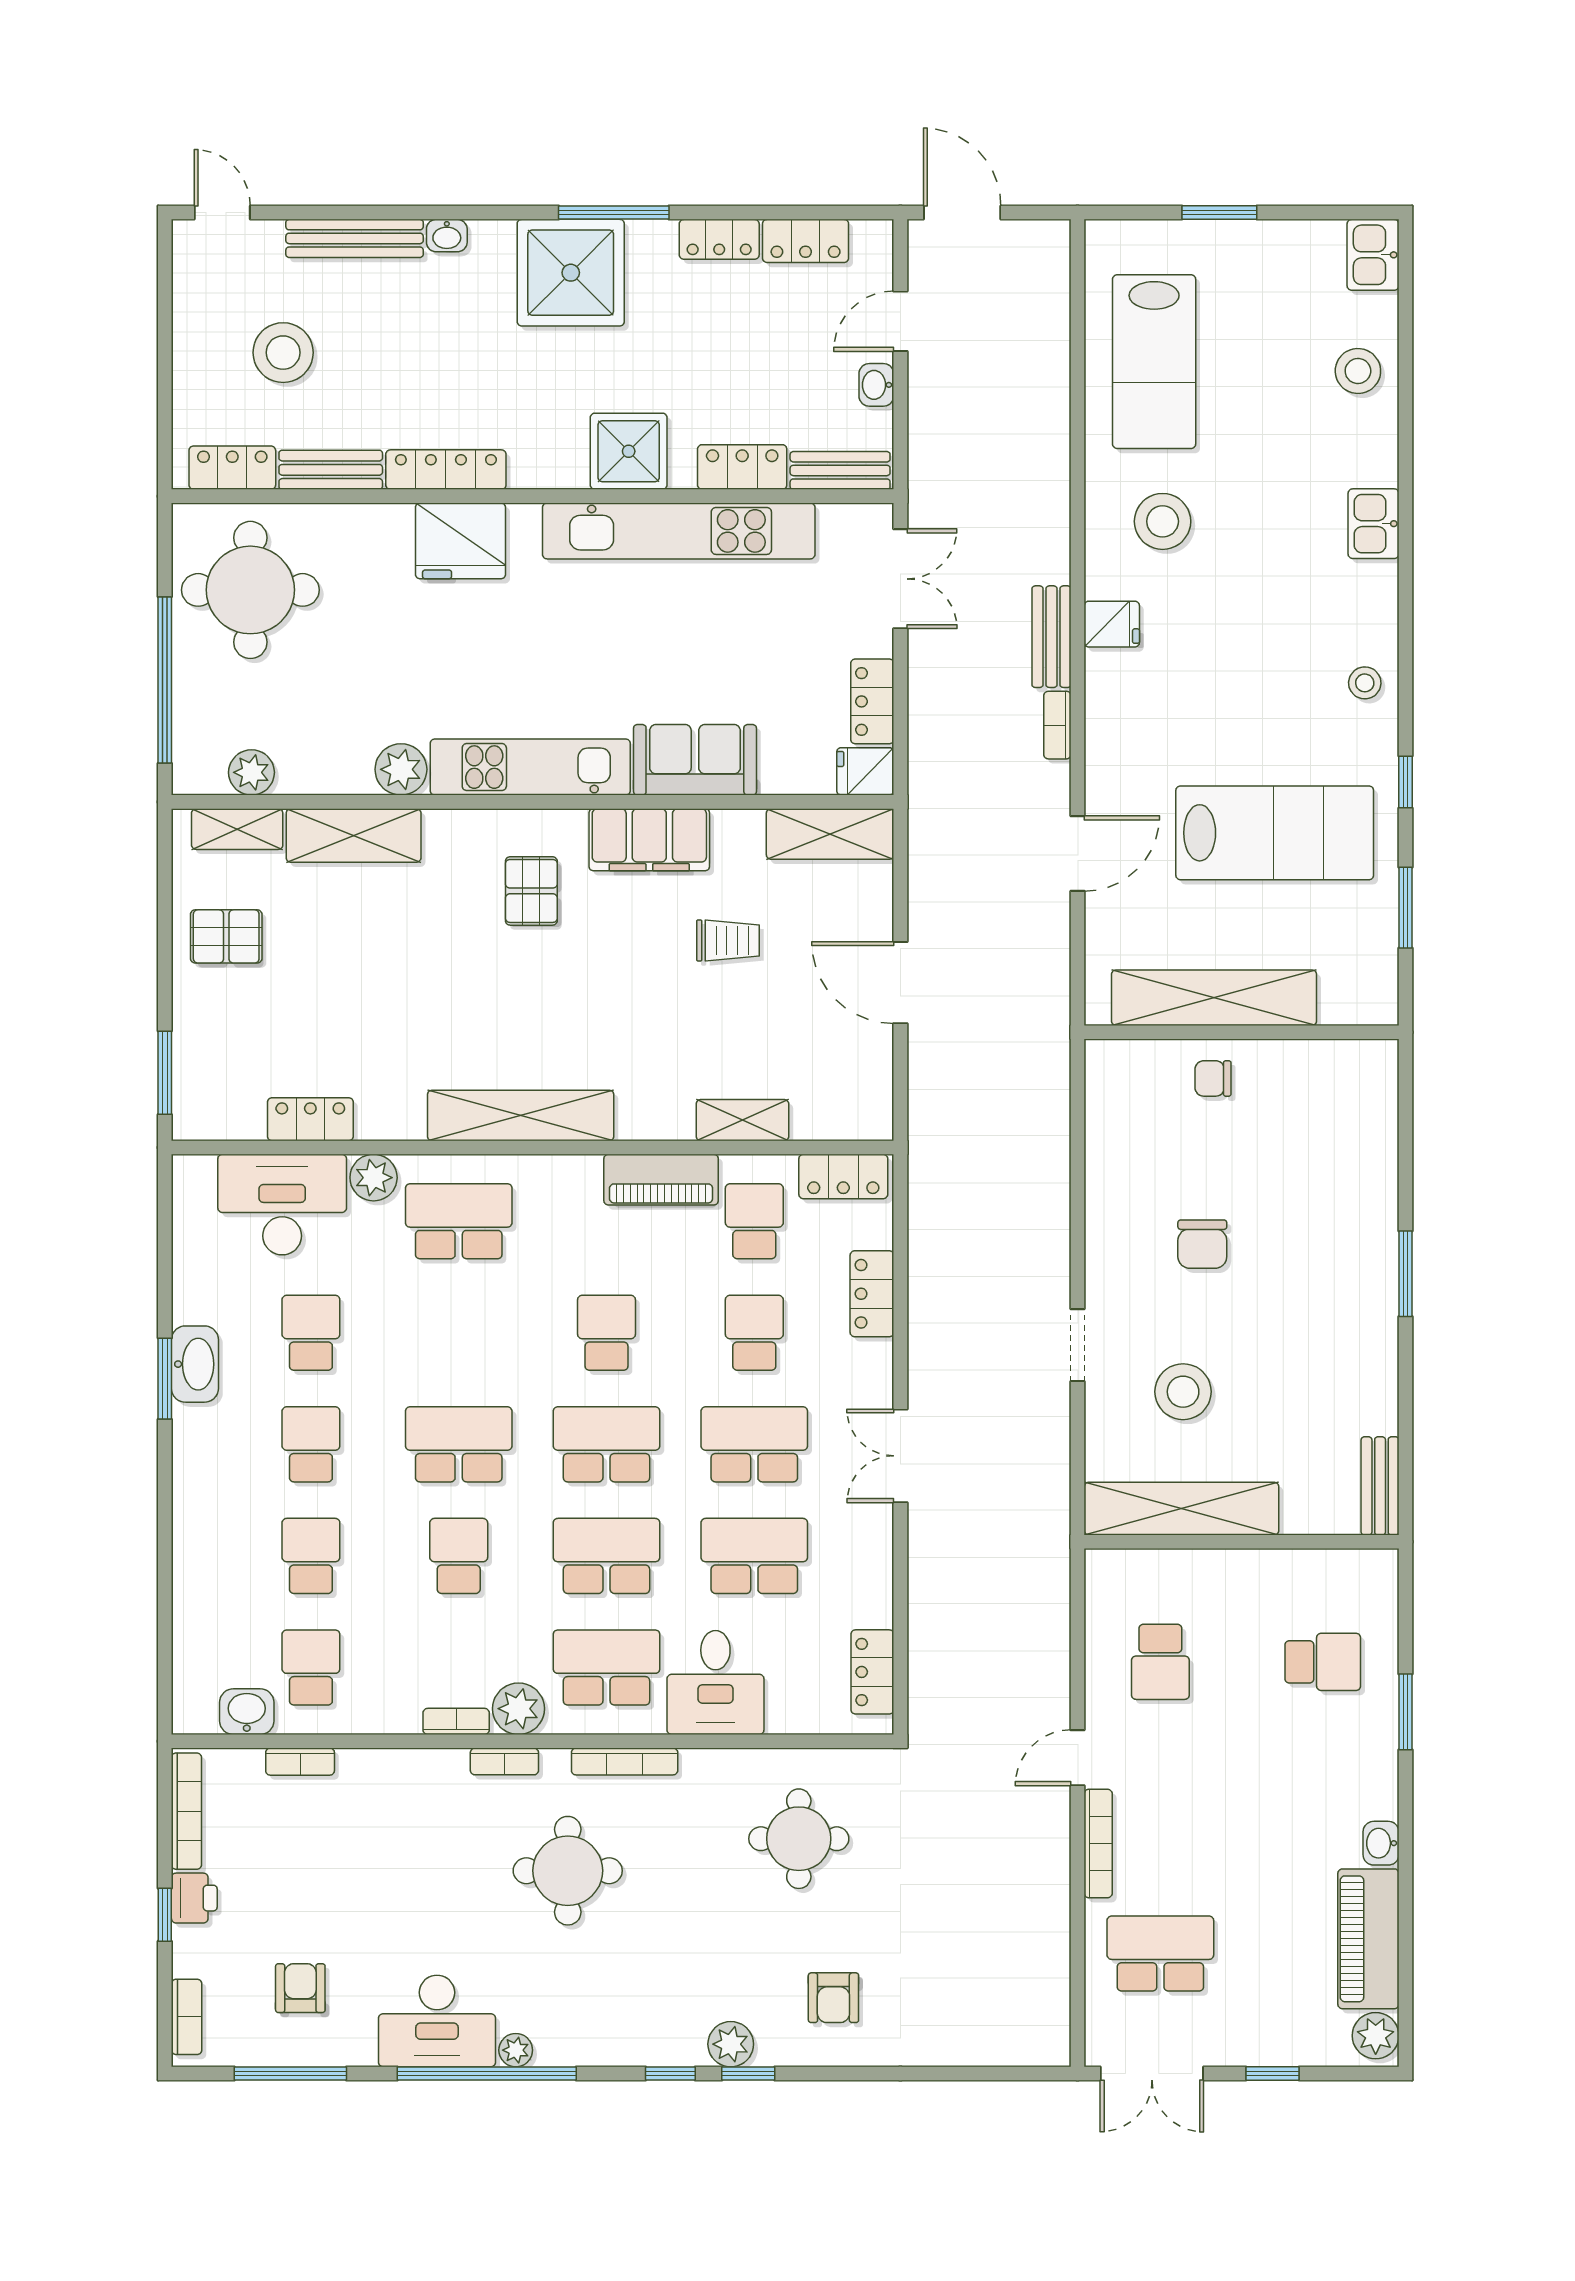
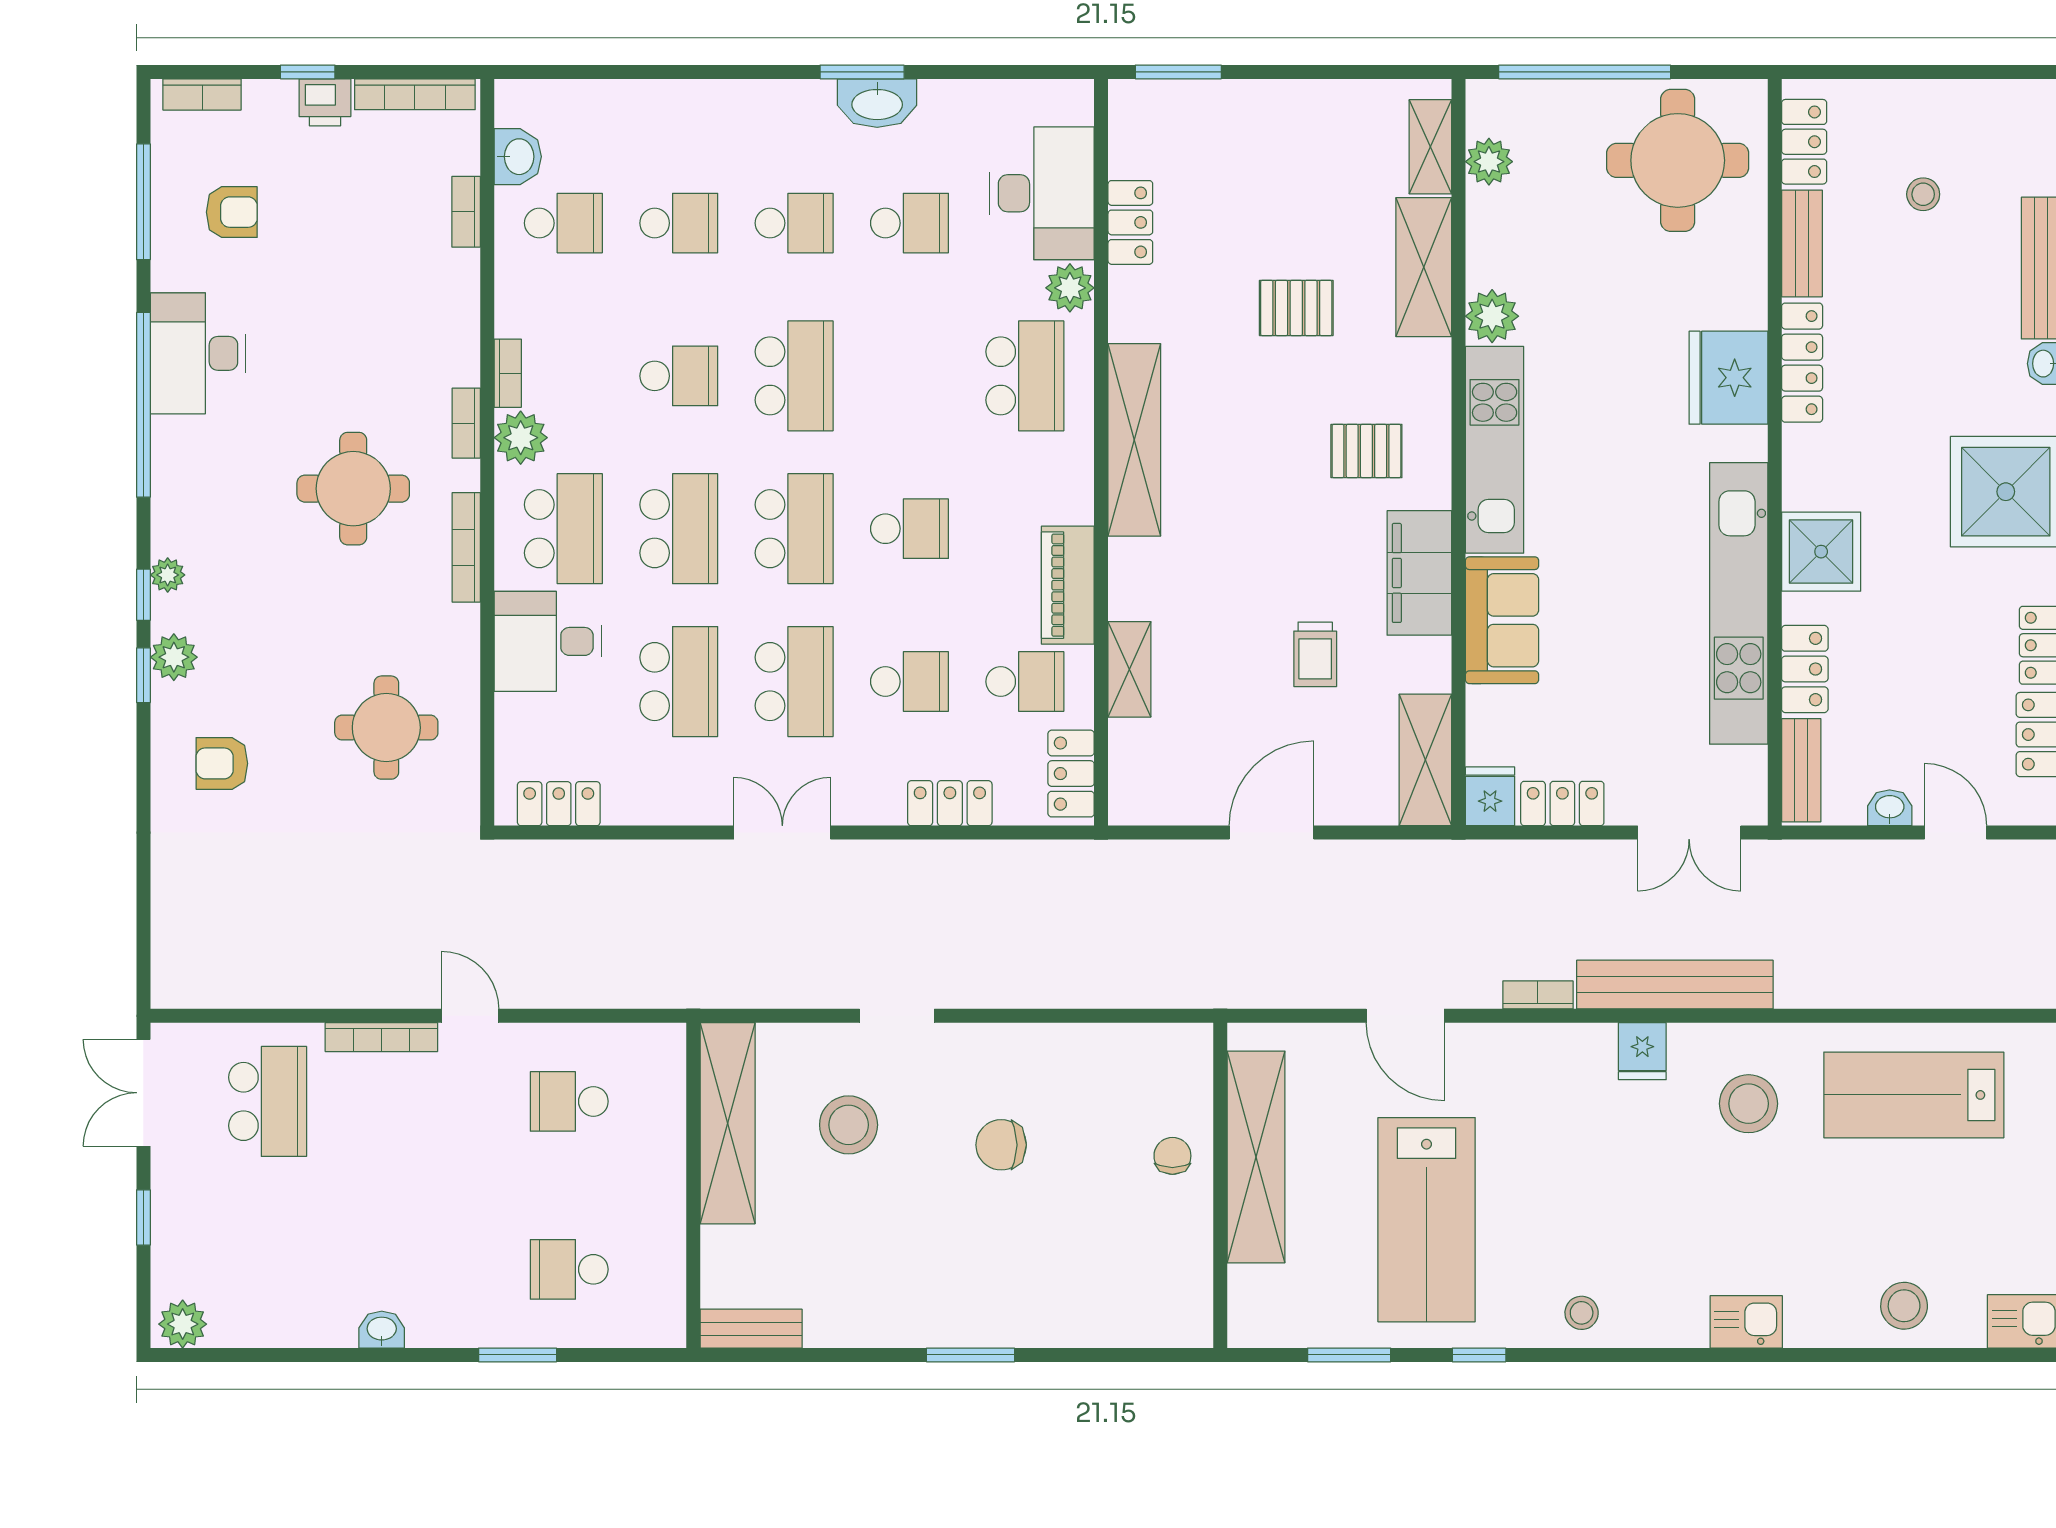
stool: (283, 353) -> (1923, 194), width x0.53, depth x0.53
bench: (1052, 637) -> (1675, 985), width x1.86, depth x1.21
pallet: (226, 936) -> (1296, 308), moved, turned 90
school desk: (1323, 1662) -> (569, 1269), turned 90
piano: (1368, 1939) -> (283, 1317), removed
plant: (516, 2050) -> (168, 575), moved

